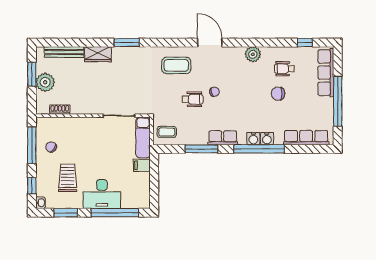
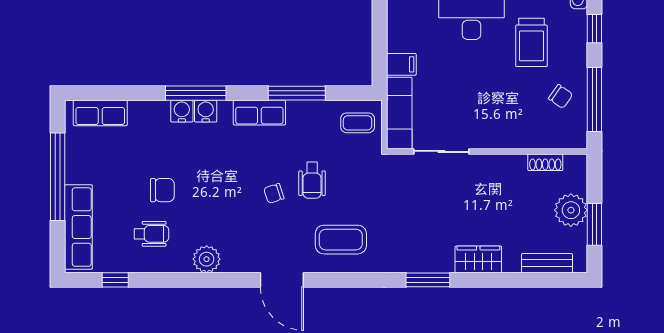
bench: (64, 52) -> (547, 263), width x0.73
wheelchair: (193, 99) -> (312, 180), turned -90
row of seats: (306, 138) -> (100, 113), width x0.68
window: (259, 149) -> (196, 93), width x0.68

